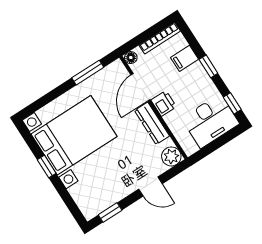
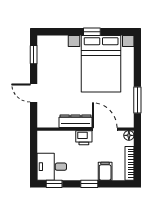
desk: (210, 121) -> (52, 167), width x0.73
plant: (171, 156) -> (45, 120), removed
door: (150, 187) -> (34, 93), hinge flipped

